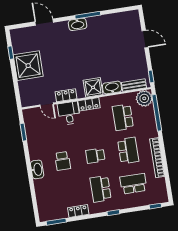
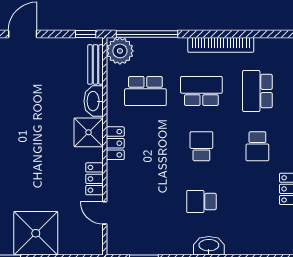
door: (47, 105) -> (105, 213), swing flipped
desk: (69, 113) -> (124, 179), removed
school desk: (95, 156) -> (201, 146), turned 180
school desk: (63, 161) -> (201, 201), turned 180
school desk: (101, 189) -> (257, 146), width x0.54

